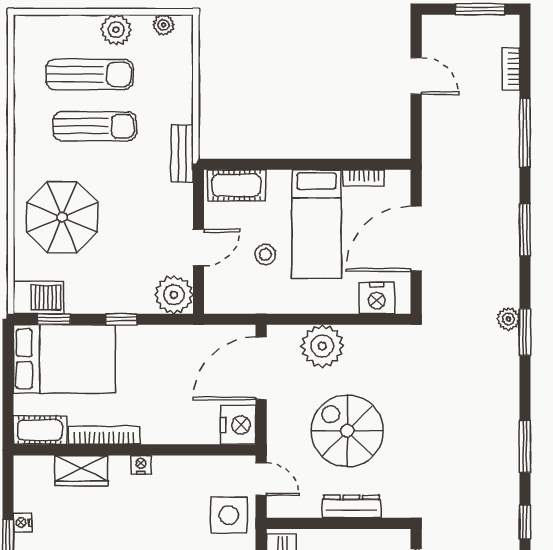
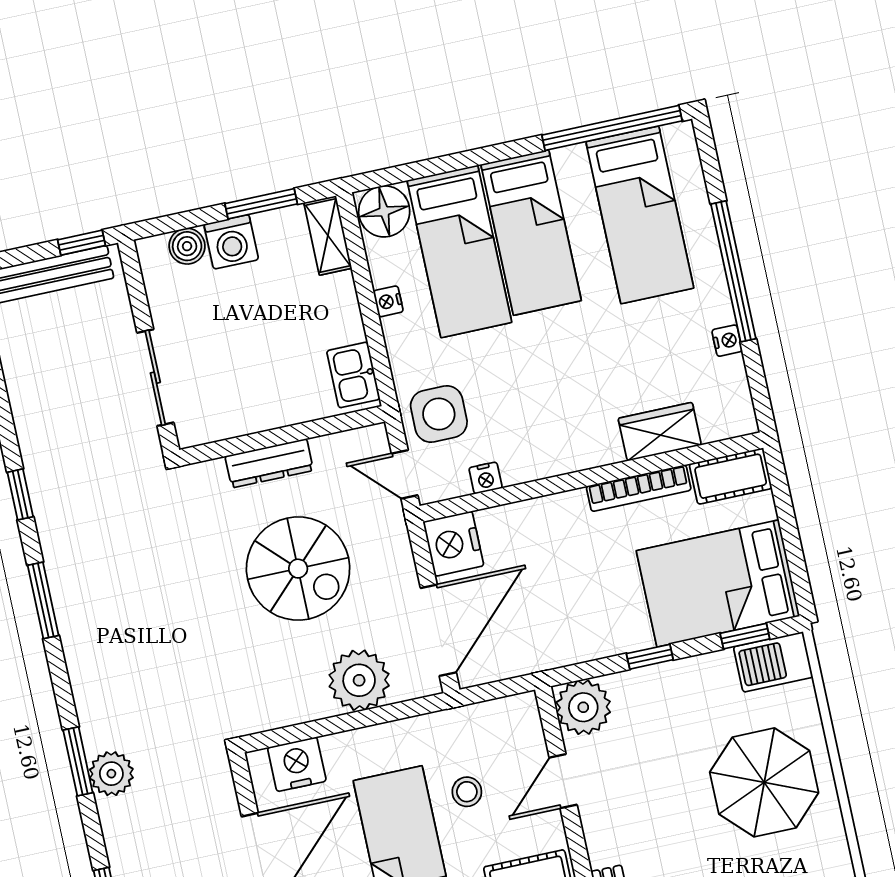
plant: (508, 319) -> (111, 774), width x1.38, depth x1.38
nightstand: (141, 465) -> (486, 478), moved

